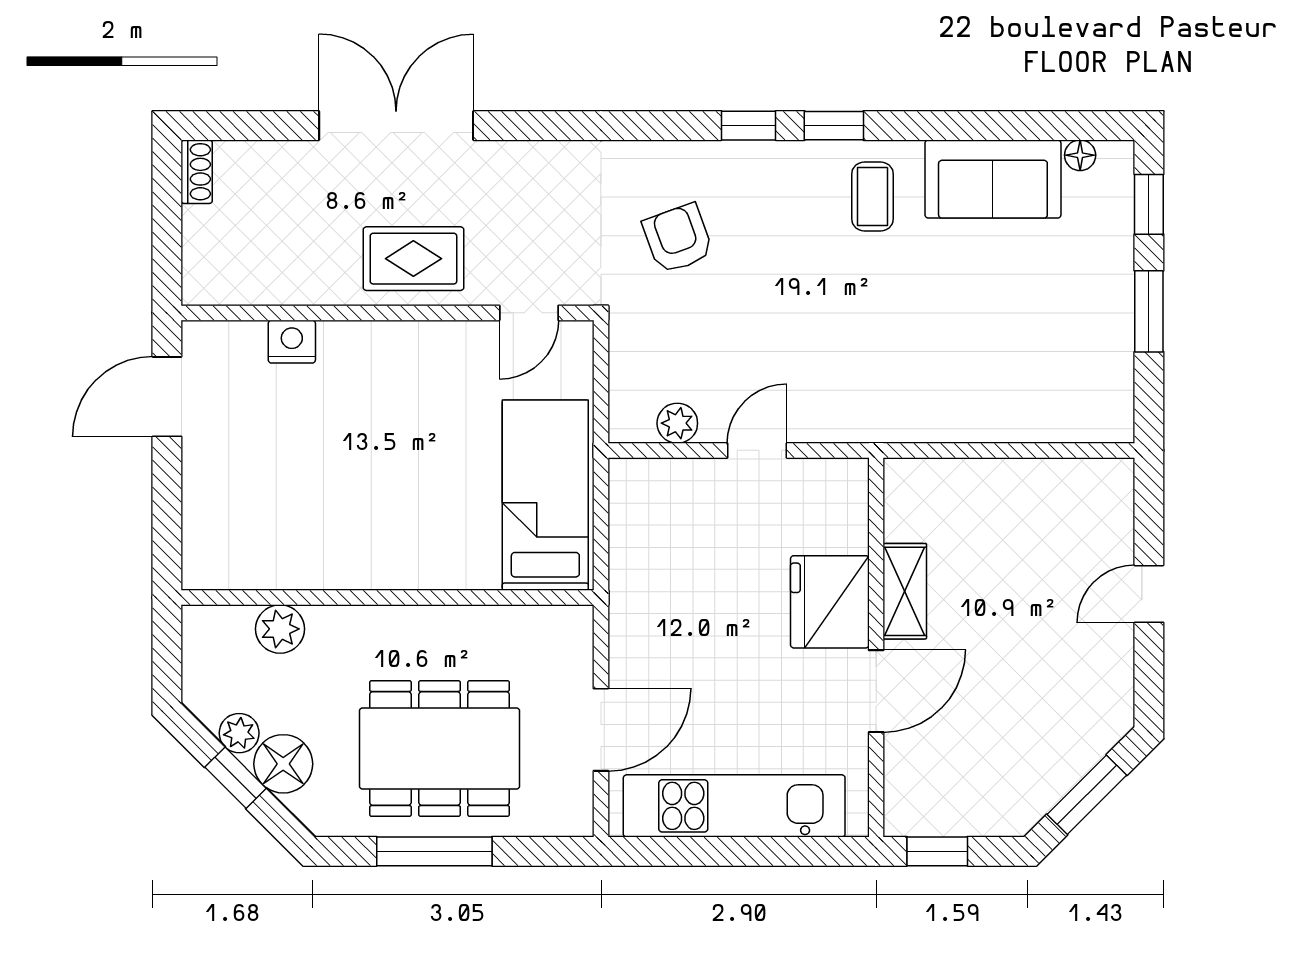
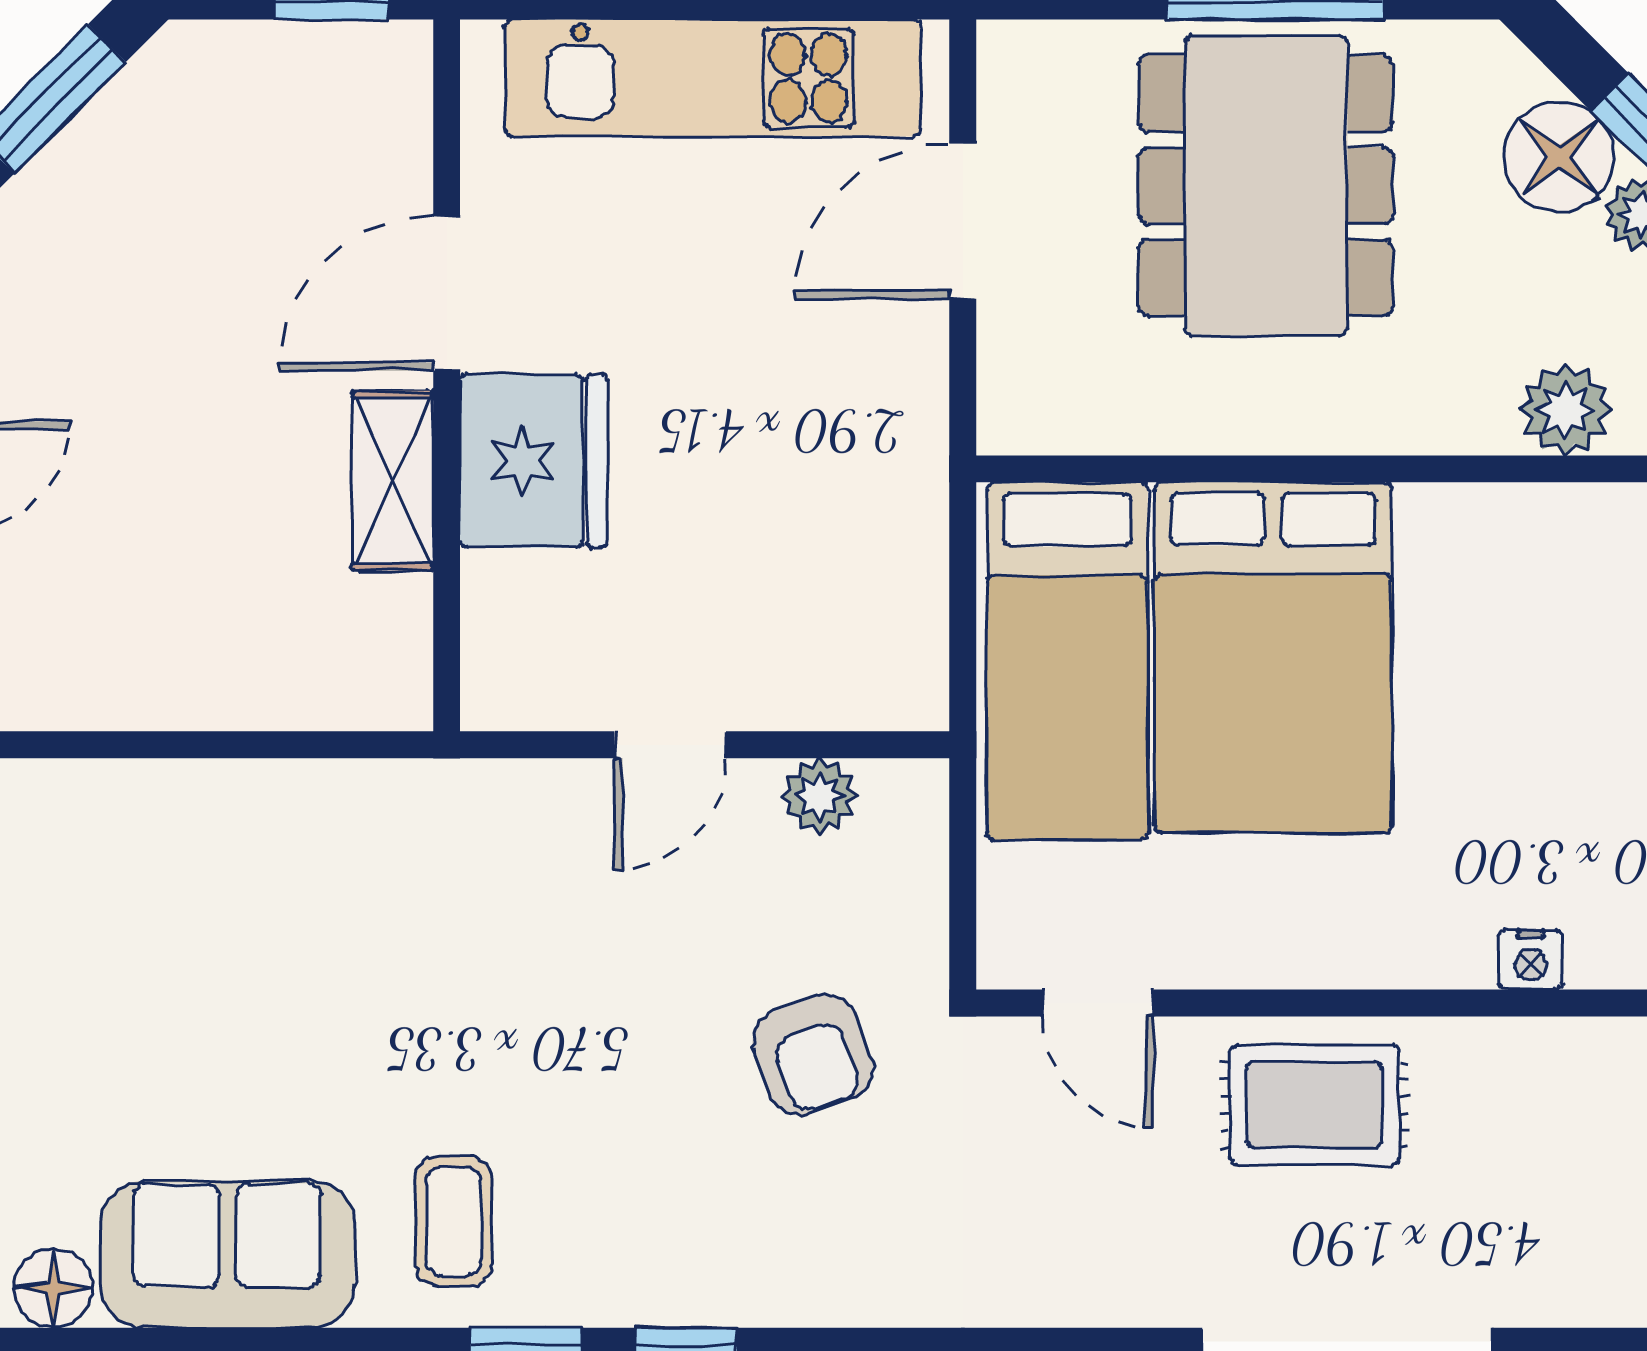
floor lamp: (1080, 155) -> (53, 1288), width x1.37, depth x1.37
armchair: (678, 238) -> (813, 1055), moved
door: (529, 313) -> (1098, 1003), swing flipped
nightstand: (292, 342) -> (1531, 960), width x0.72, depth x0.74
bed: (436, 497) -> (1273, 658), added
dining table: (440, 748) -> (1266, 186), turned 90

